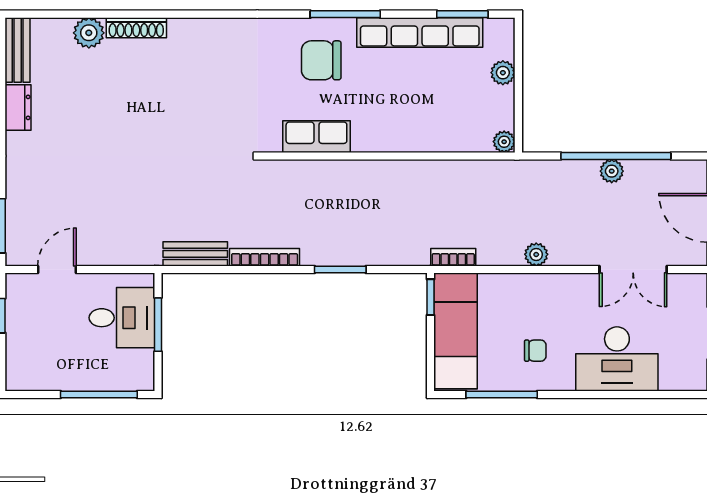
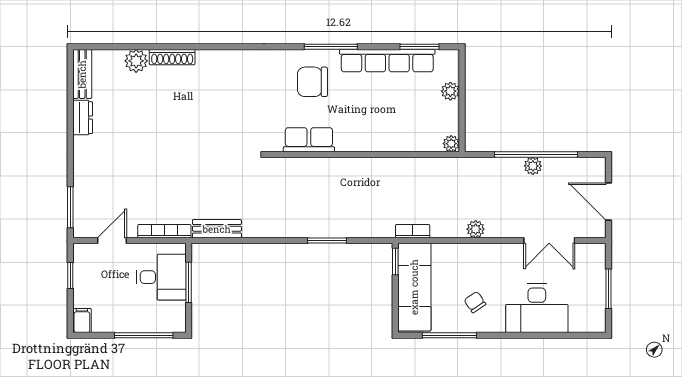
bookcase: (265, 257) -> (164, 231), moved
chair: (535, 351) -> (475, 302), turned -124
filing cabinet: (17, 375) -> (82, 321), added

